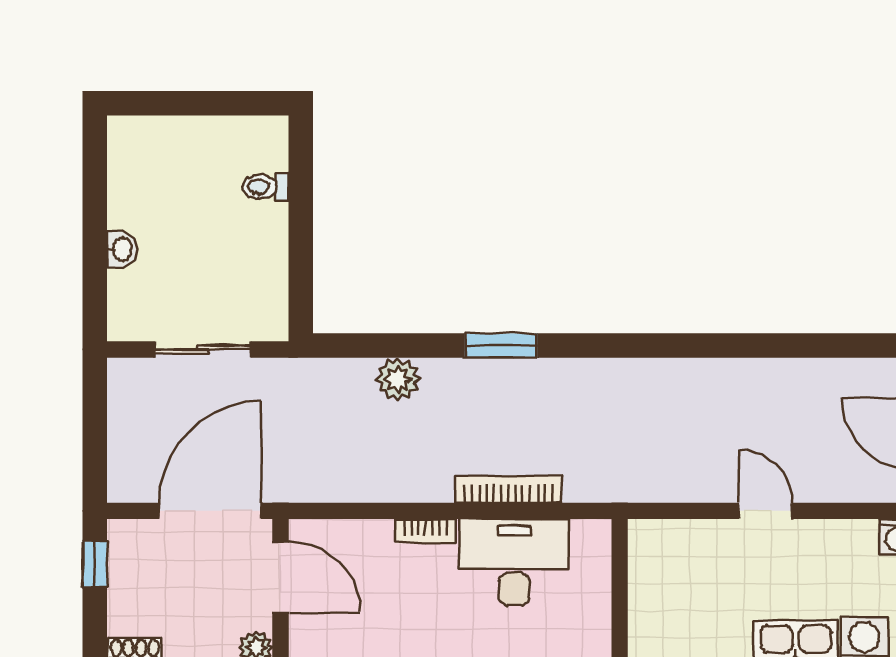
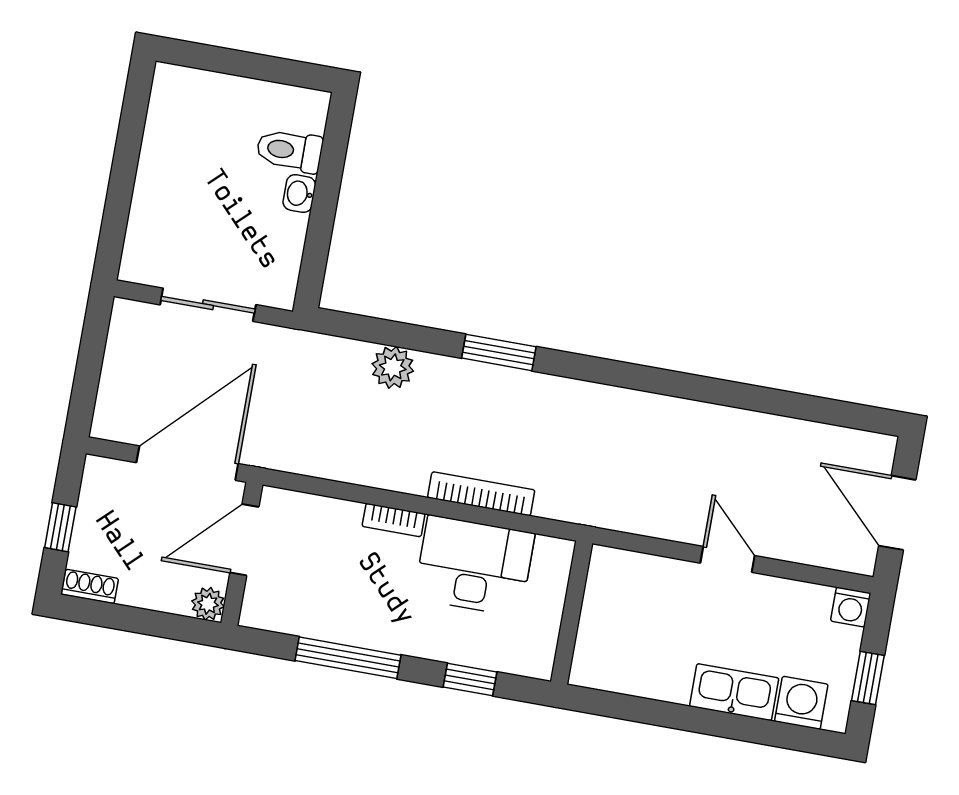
toilet: (265, 187) -> (289, 151), width x1.37, depth x1.39
washbasin: (122, 249) -> (299, 194), moved, turned 180
window: (95, 564) -> (60, 527), moved
door: (281, 577) -> (244, 540), swing flipped

